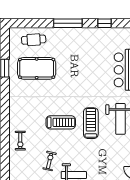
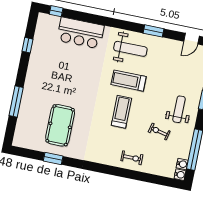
window: (68, 23) -> (16, 101), moved
cafe table: (34, 40) -> (30, 122), removed

